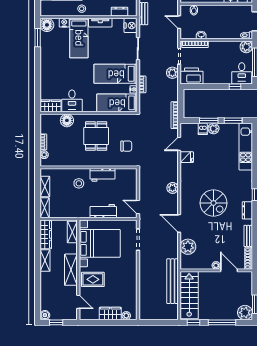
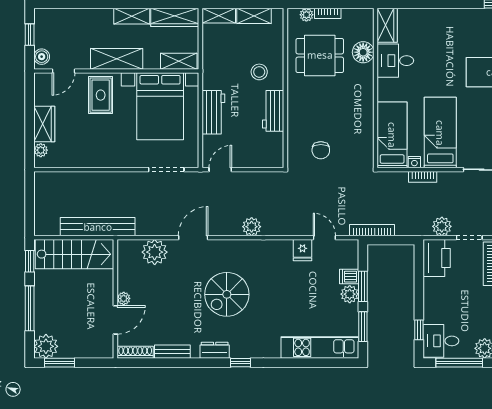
dining table: (96, 136) -> (320, 55), moved
boiler: (45, 315) -> (42, 57), moved

